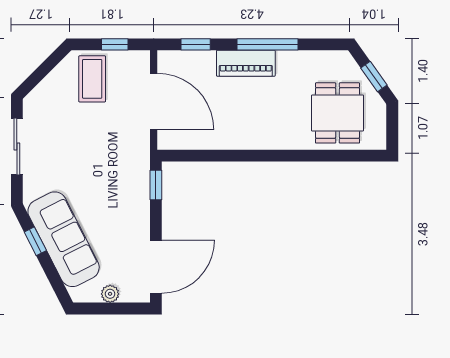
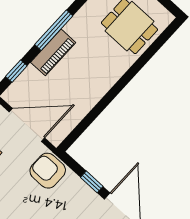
armchair: (128, 161) -> (48, 171), added
window: (156, 185) -> (92, 182), moved

